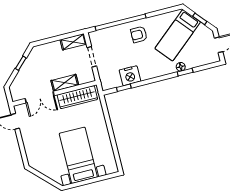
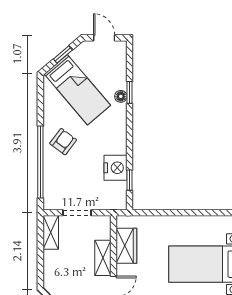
armchair: (139, 34) -> (63, 142), turned -143
wardrobe: (77, 97) -> (126, 246), width x0.67

